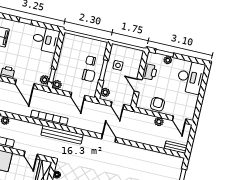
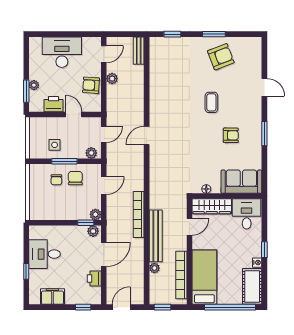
desk: (46, 40) -> (45, 254), moved, turned -90
desk: (191, 77) -> (62, 52), moved
door: (138, 86) -> (74, 114), swing flipped
bench: (62, 135) -> (156, 236), moved

